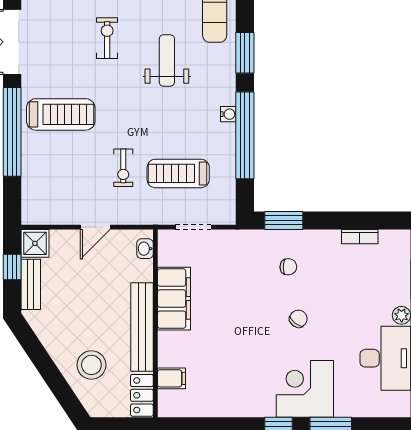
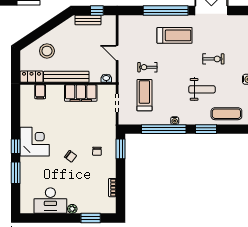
treadmill: (61, 114) -> (175, 35), turned -90
shower: (35, 243) -> (109, 22), removed
corner desk: (305, 389) -> (35, 142), moved

